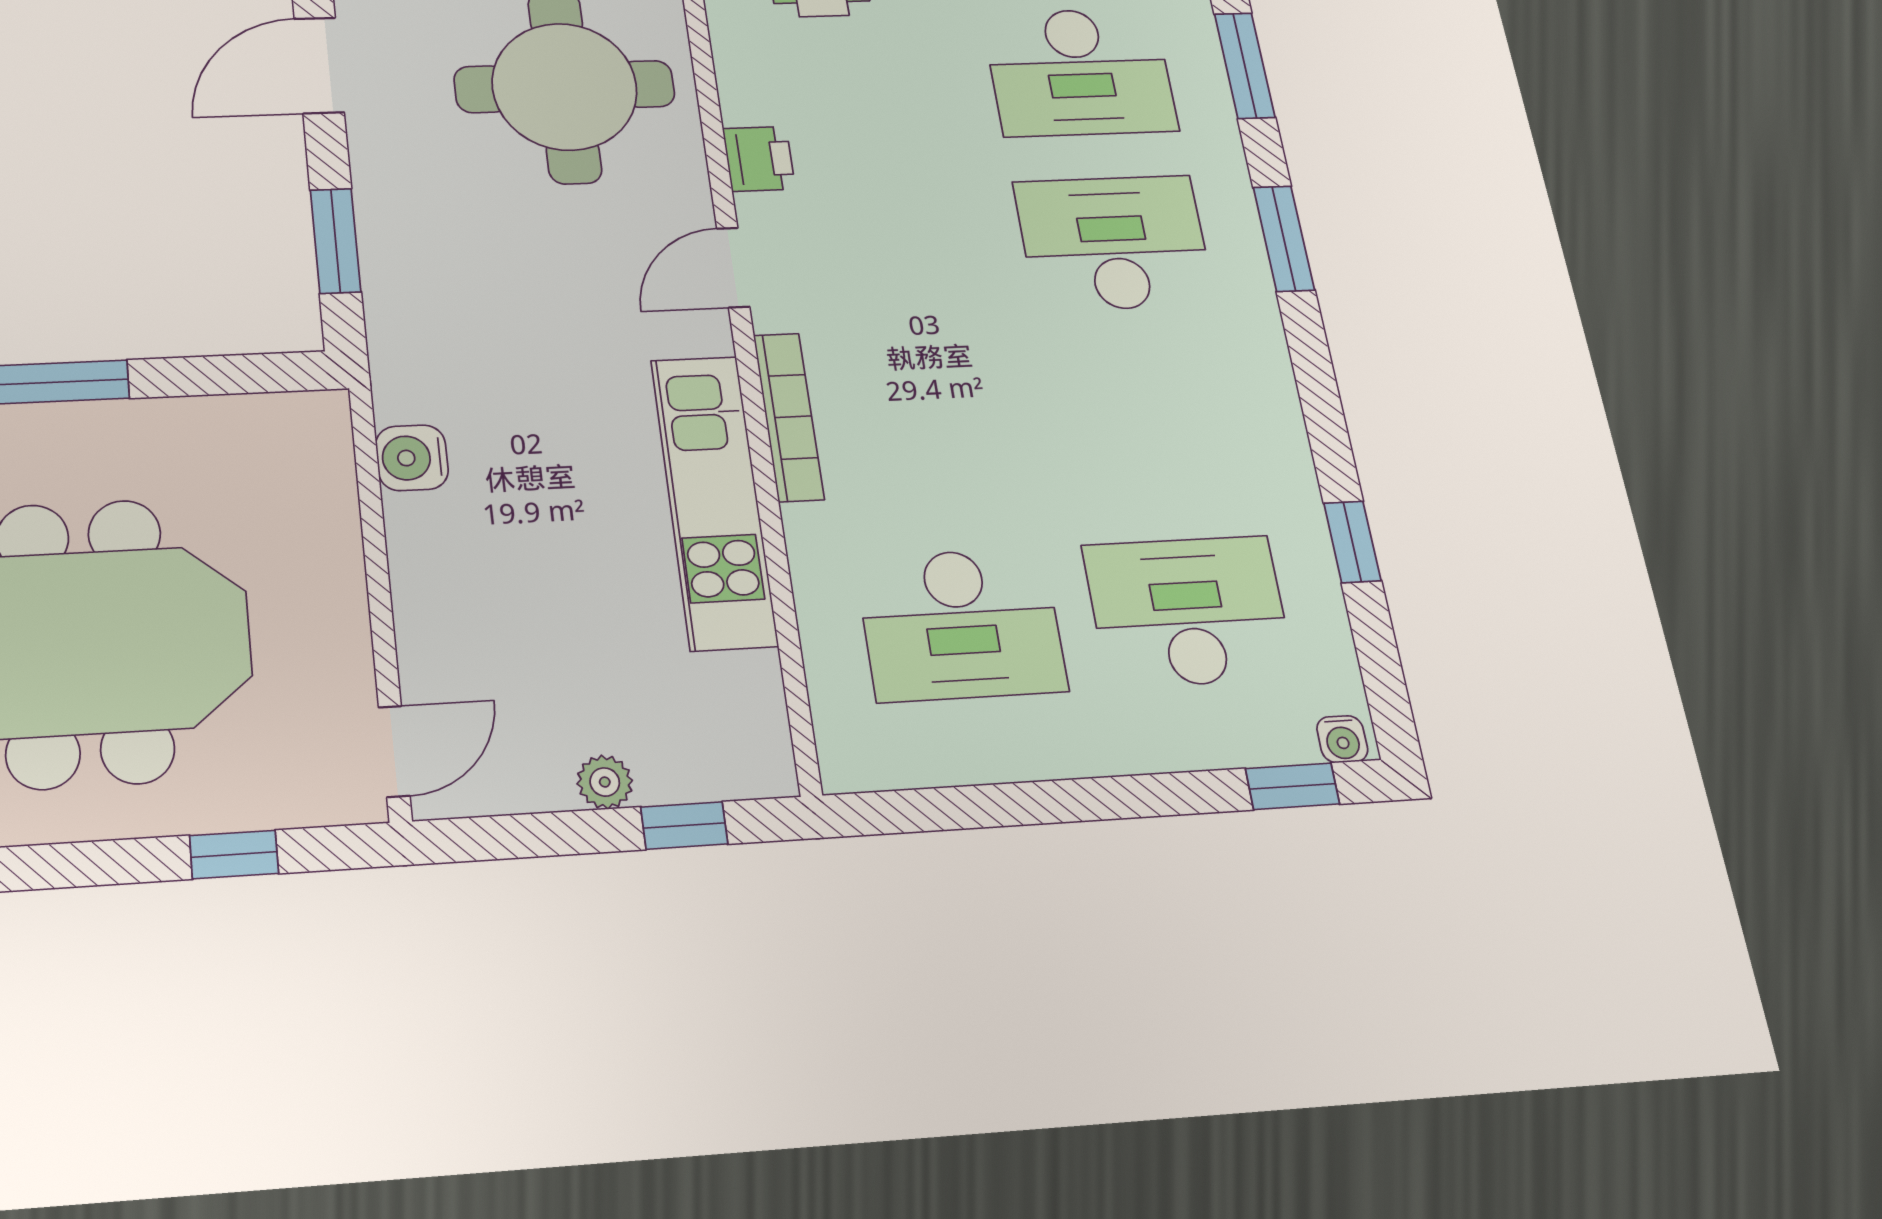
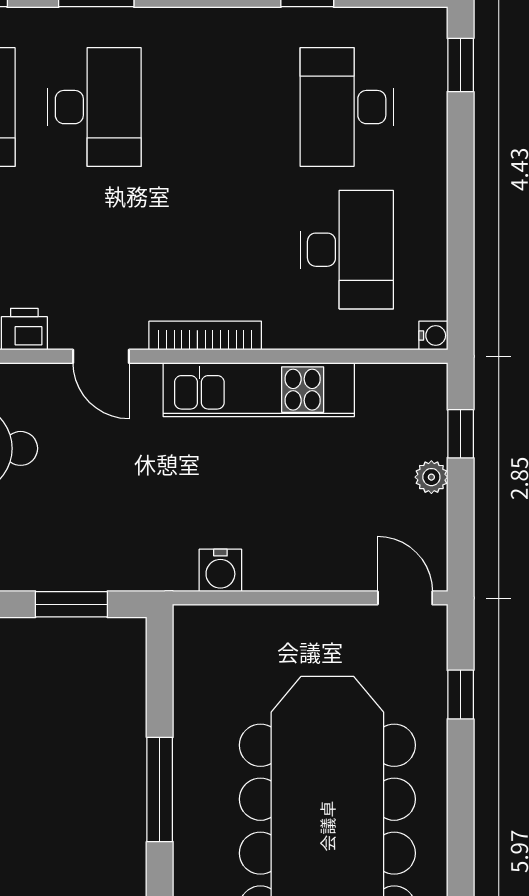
desk: (1114, 243) -> (95, 107), turned 180
water cooler: (1342, 739) -> (433, 335), moved

